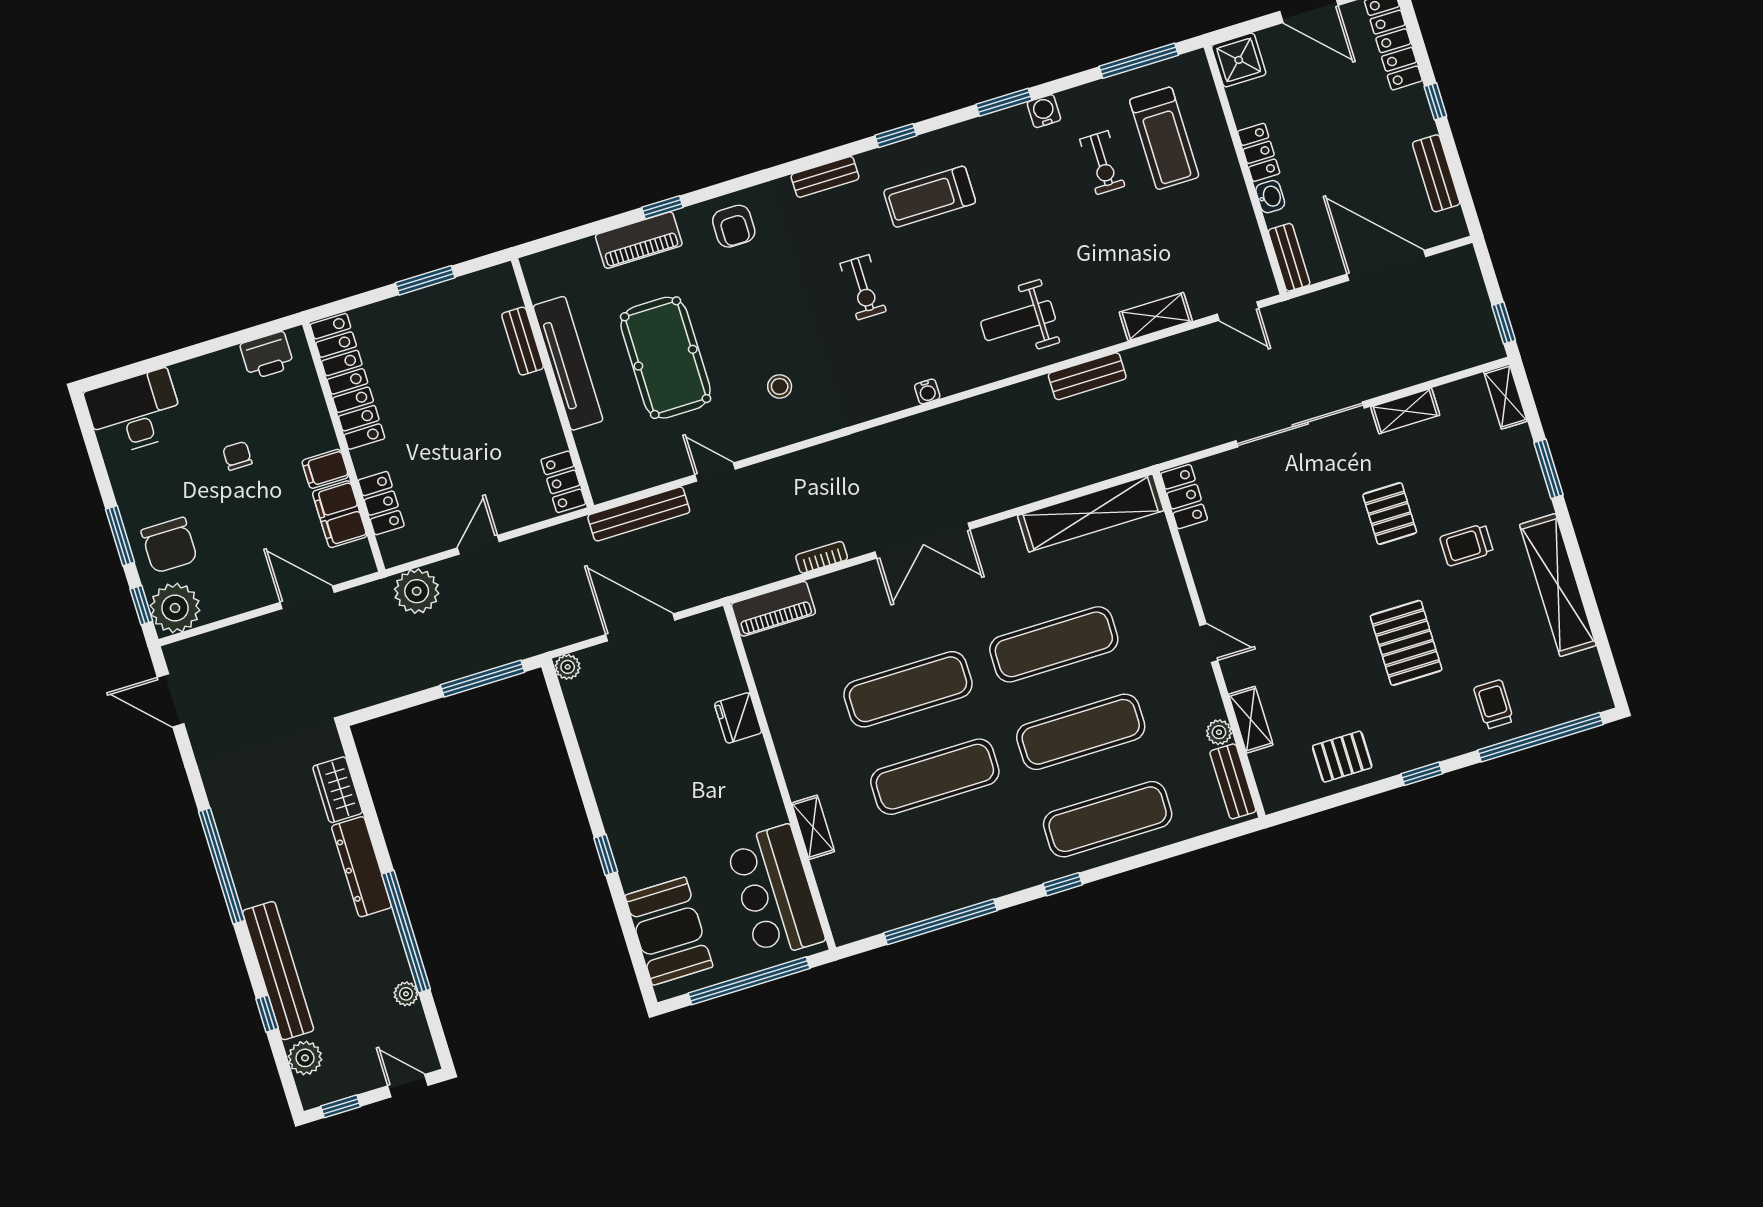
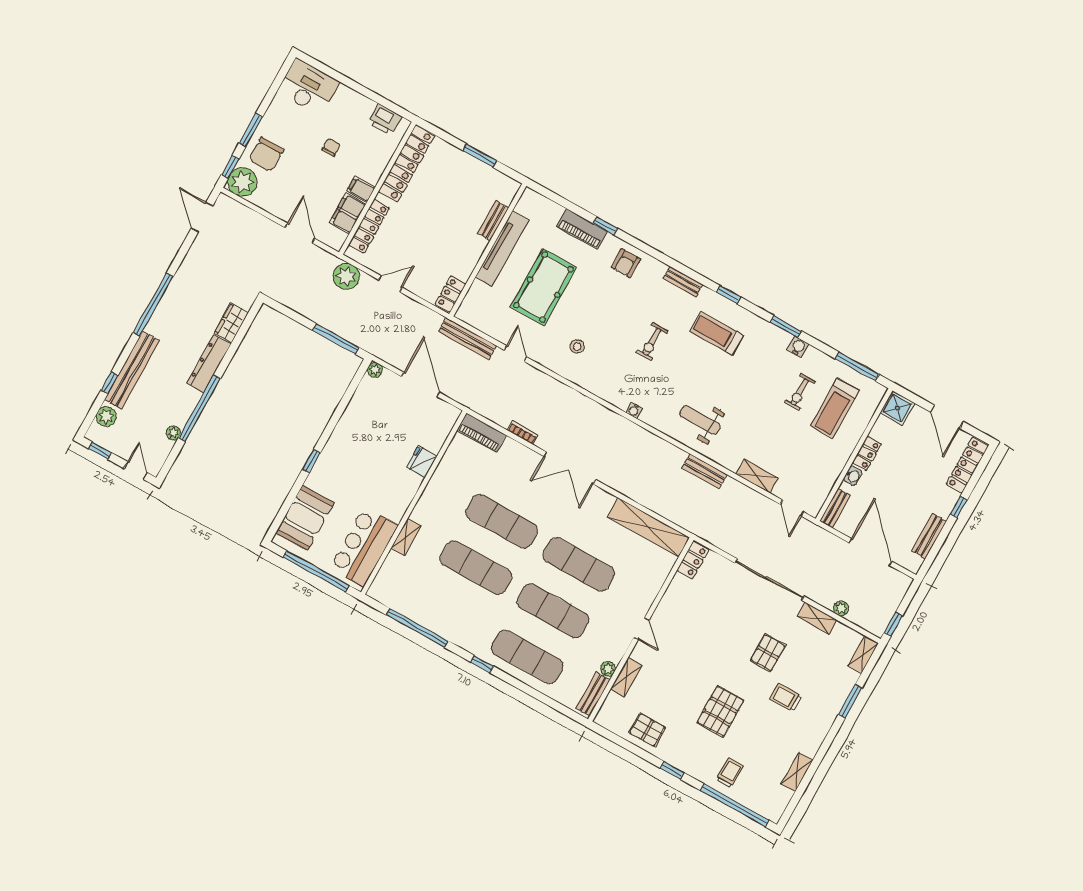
plant: (1421, 369) -> (841, 608), added
locker: (381, 503) -> (369, 226), width x1.53
shelving: (1558, 585) -> (797, 772), width x0.45, depth x0.75

